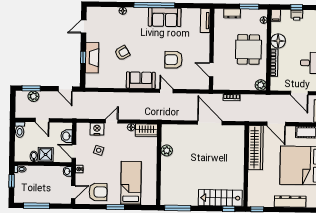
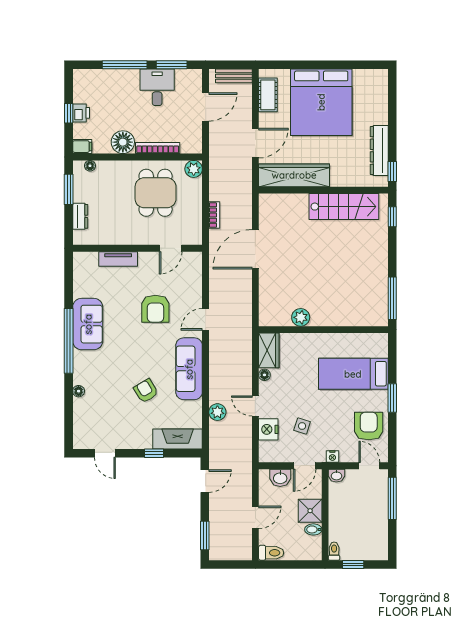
tv unit: (205, 21) -> (118, 259), moved
dining table: (248, 49) -> (156, 193), moved, turned 90
fireplace: (92, 58) -> (178, 439), moved
sofa: (141, 80) -> (189, 369), width x1.36
plant: (33, 96) -> (217, 412), moved
stairs: (220, 198) -> (344, 207), moved, turned -90
dresser: (290, 202) -> (379, 151), moved
window: (37, 206) -> (392, 498), moved

